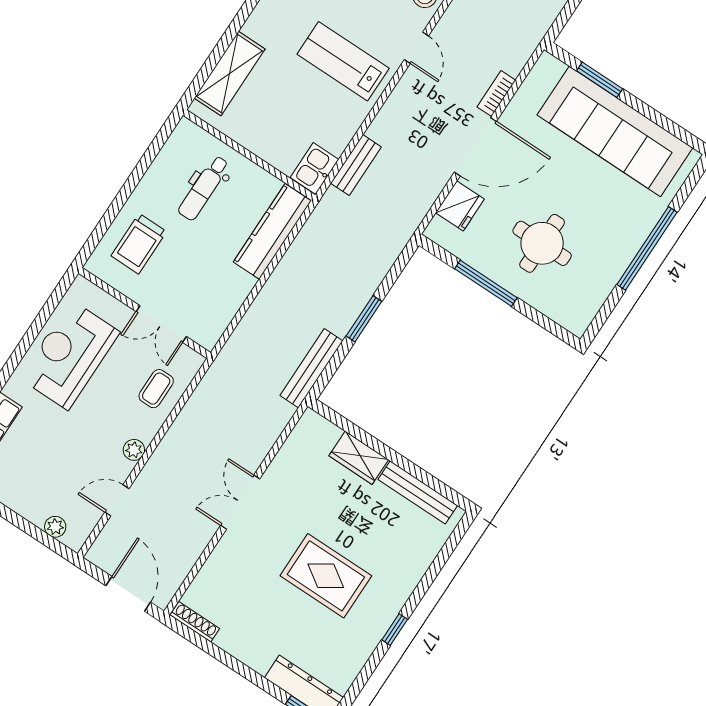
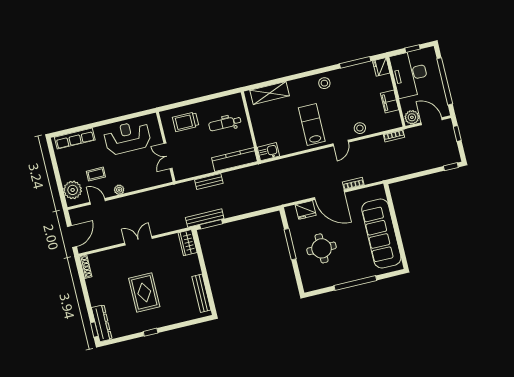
window: (600, 80) -> (392, 211), removed
bench: (356, 165) -> (209, 181), moved
window: (364, 319) -> (211, 224), moved
coffee table: (156, 389) -> (96, 174), moved
wardrobe: (359, 458) -> (188, 243), moved
plant: (55, 527) -> (73, 190), width x1.87, depth x1.87

